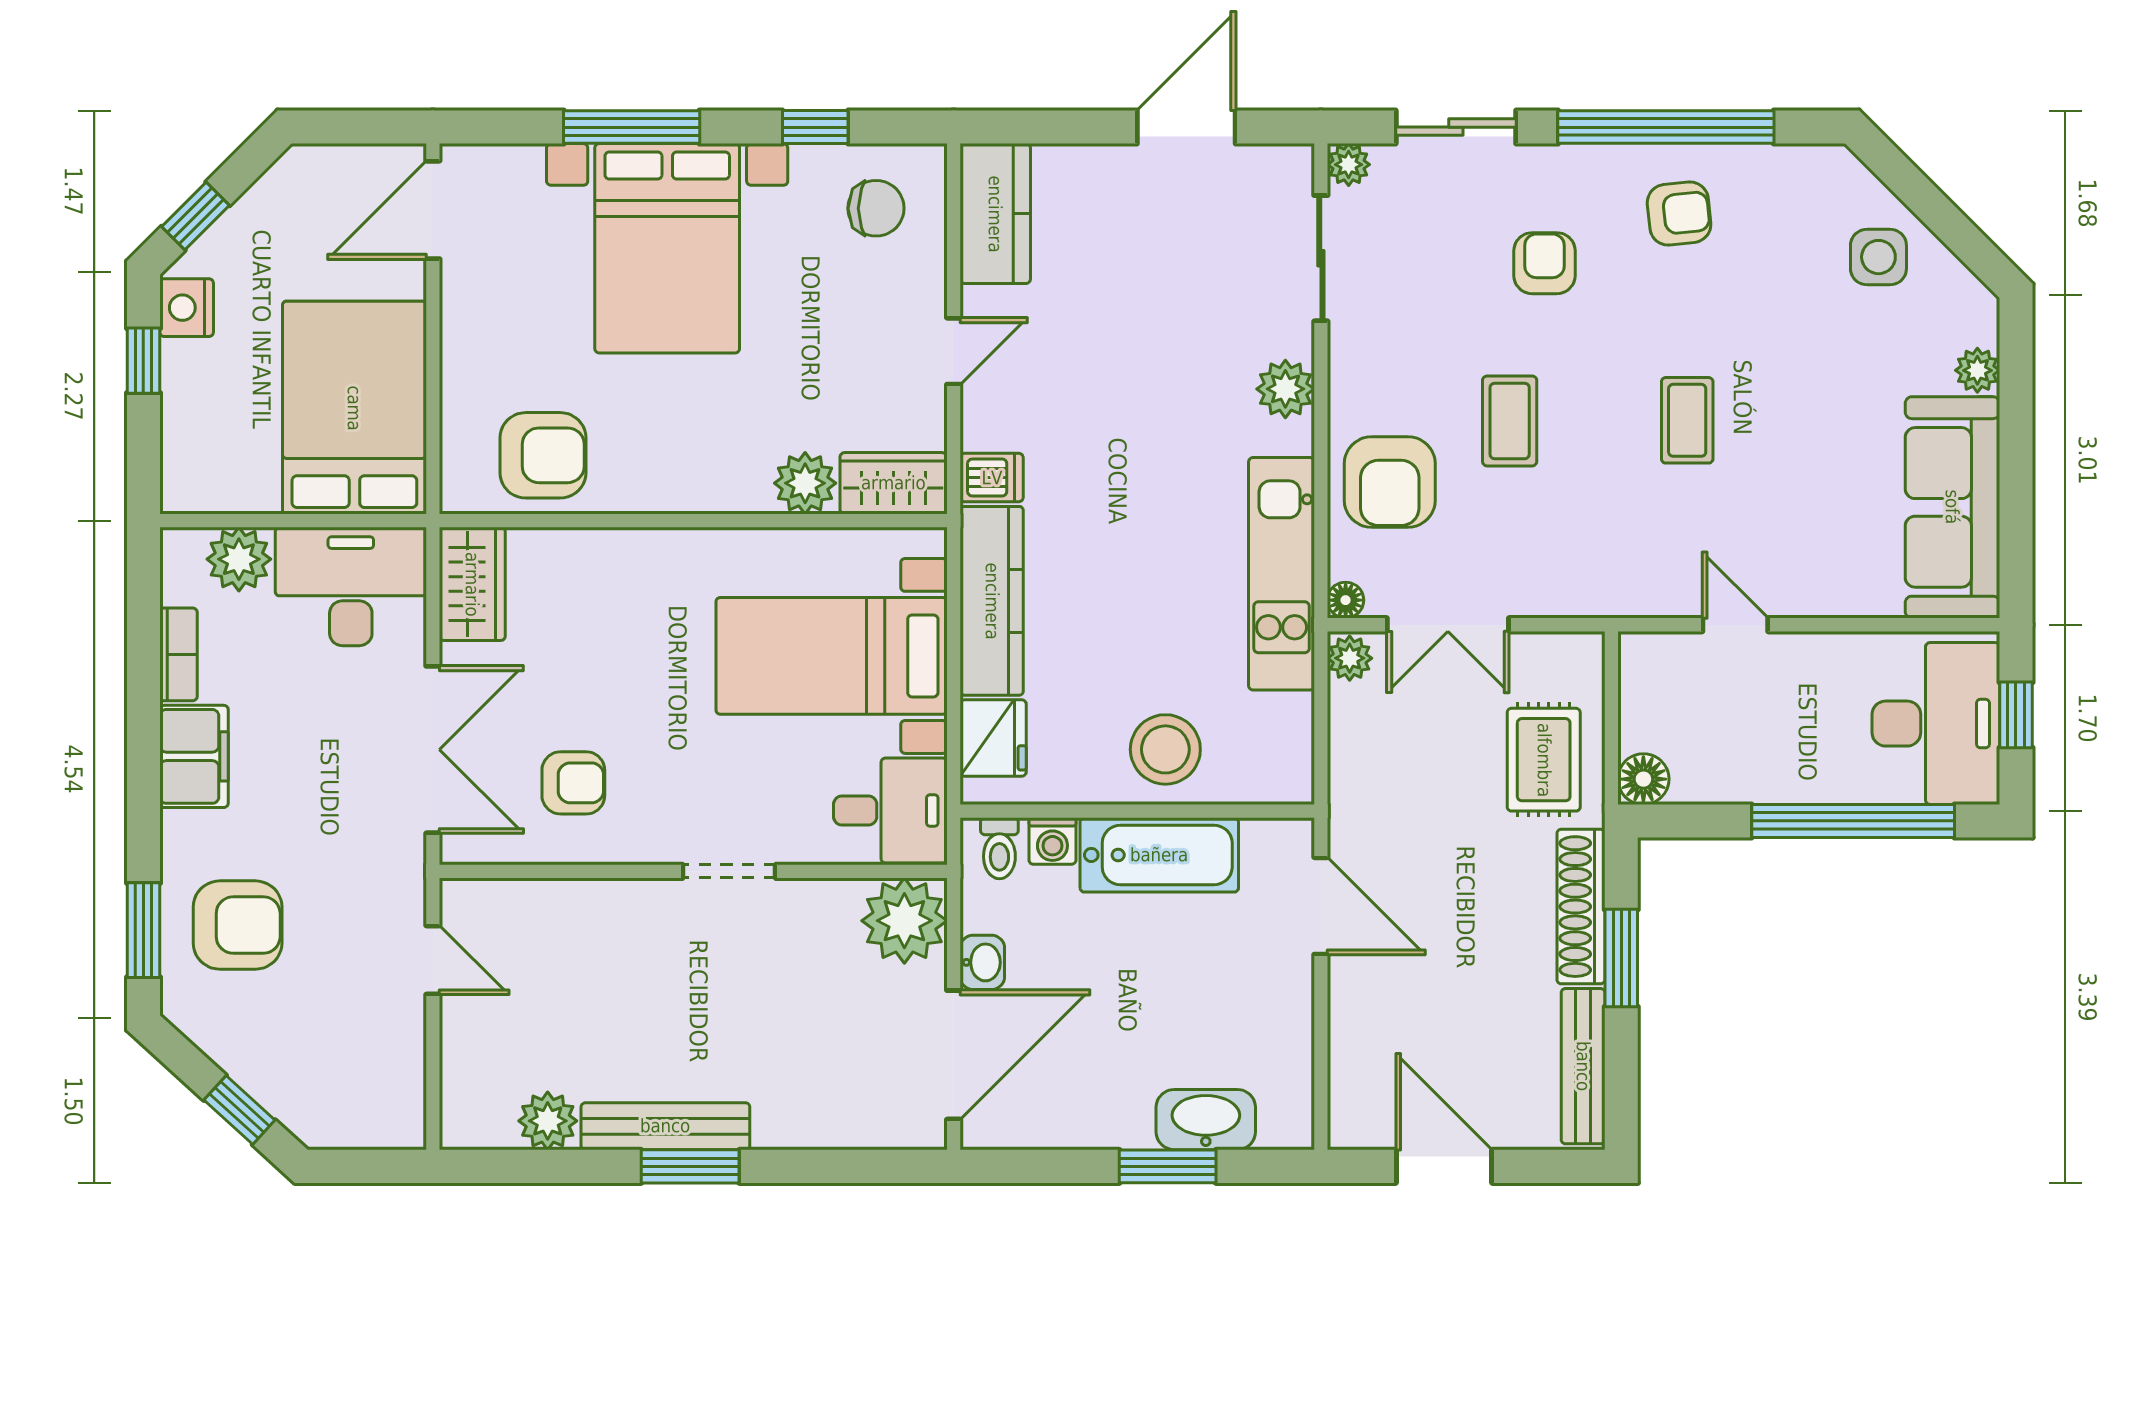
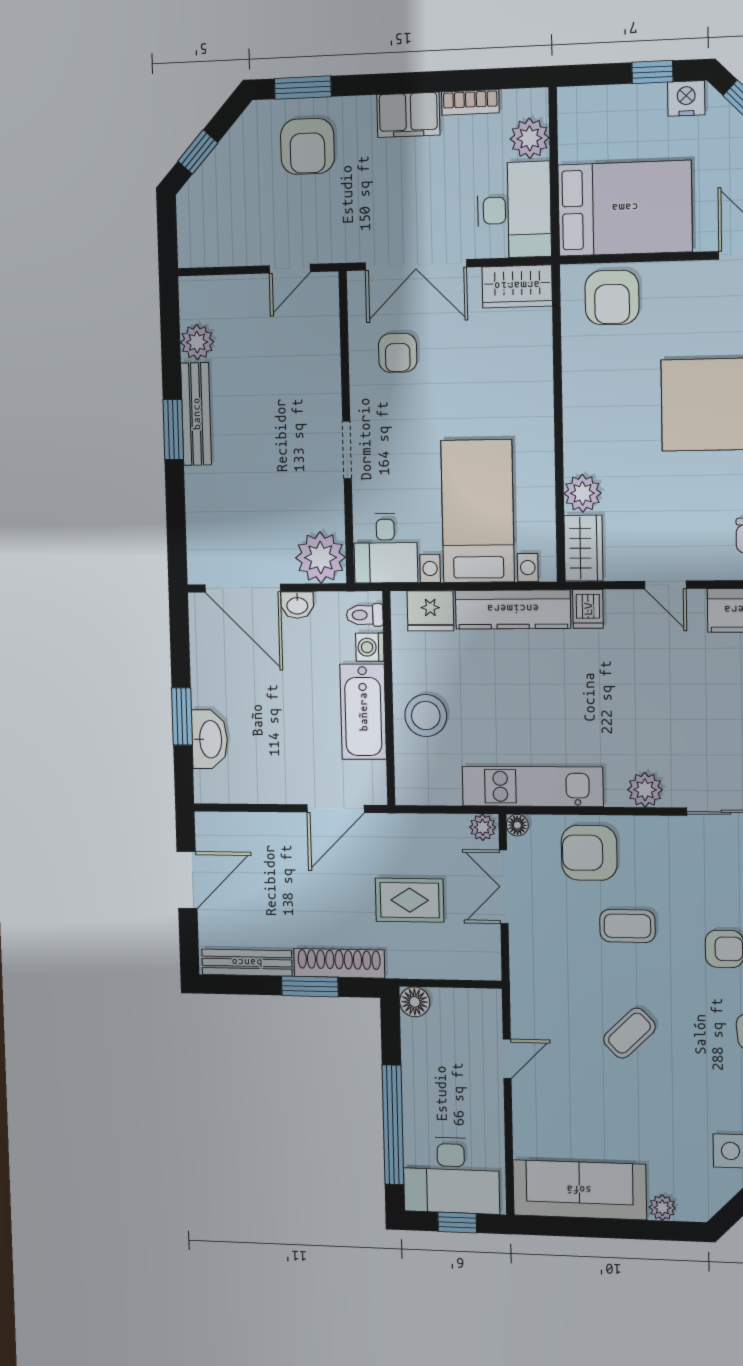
coffee table: (1687, 420) -> (629, 1033), turned -44
armchair: (543, 455) -> (612, 297), moved
rug: (1544, 760) -> (410, 900), moved

